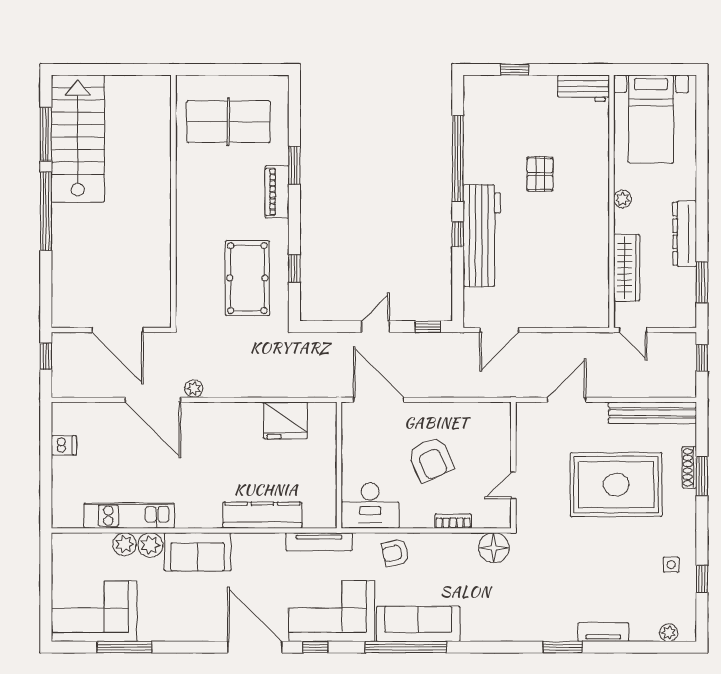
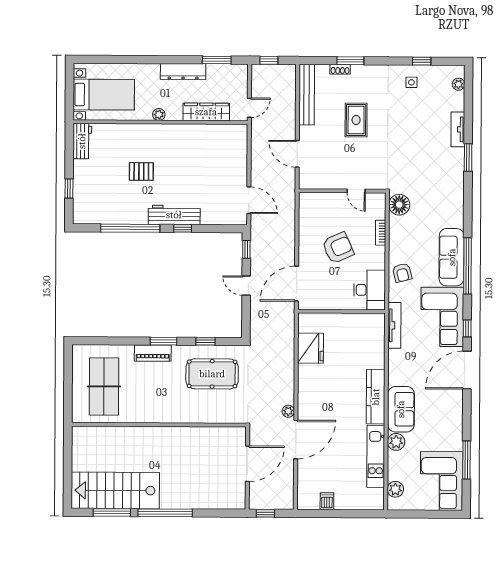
window: (294, 165) -> (163, 341), moved
workbench: (482, 236) -> (174, 215), width x0.73, depth x0.76
shoe rack: (689, 467) -> (340, 69), width x0.70
rug: (616, 485) -> (356, 120), width x0.54, depth x0.49
kitchen counter: (262, 515) -> (376, 397), moved
plant: (125, 544) -> (395, 489), moved

